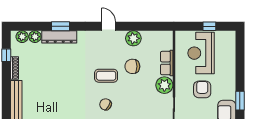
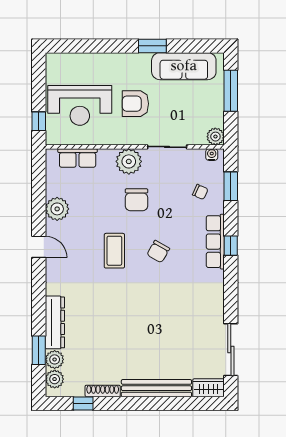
window: (60, 26) -> (39, 350), moved
door: (109, 26) -> (39, 247), swing flipped
window: (209, 26) -> (39, 121), moved
row of seats: (167, 63) -> (78, 158), moved
chair: (132, 66) -> (137, 200), moved

